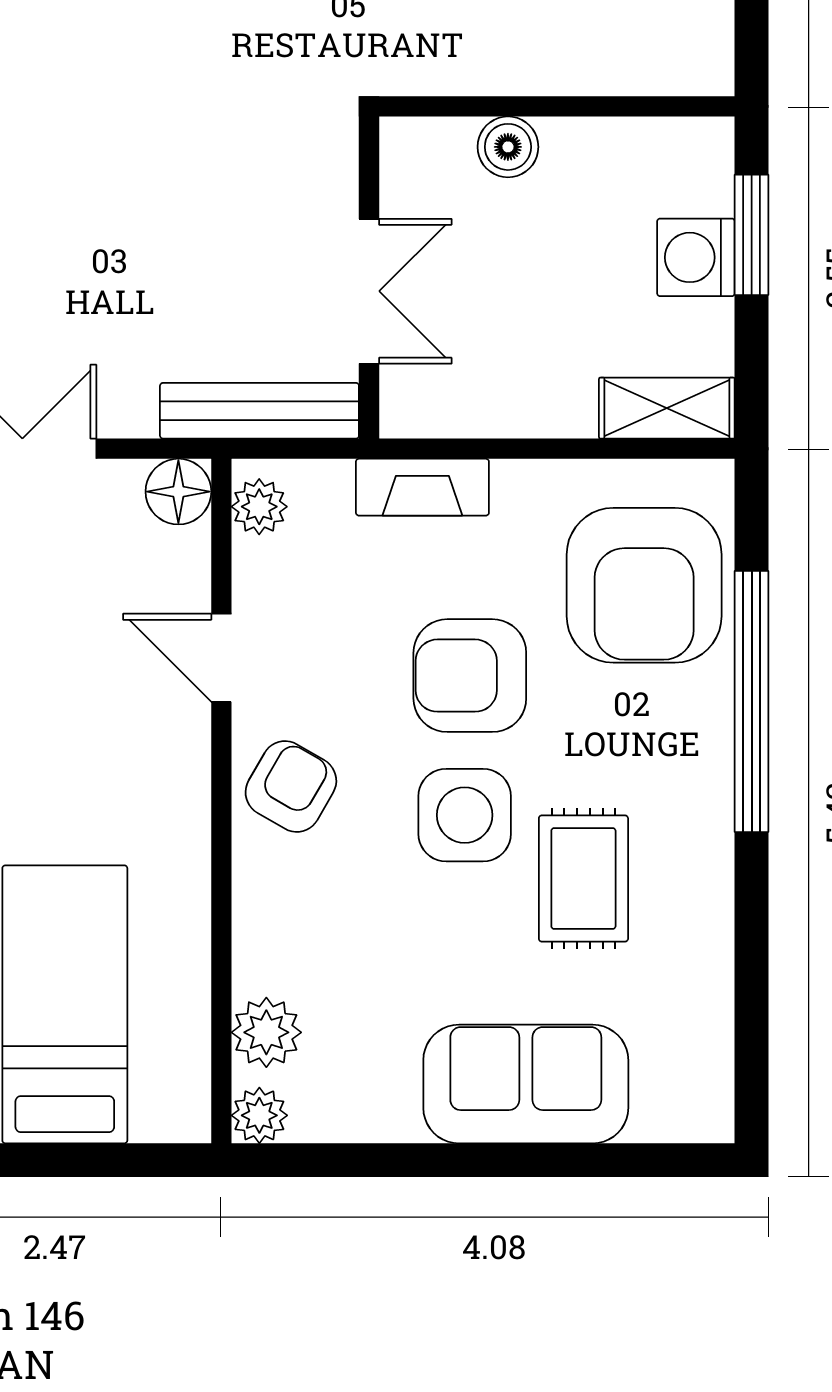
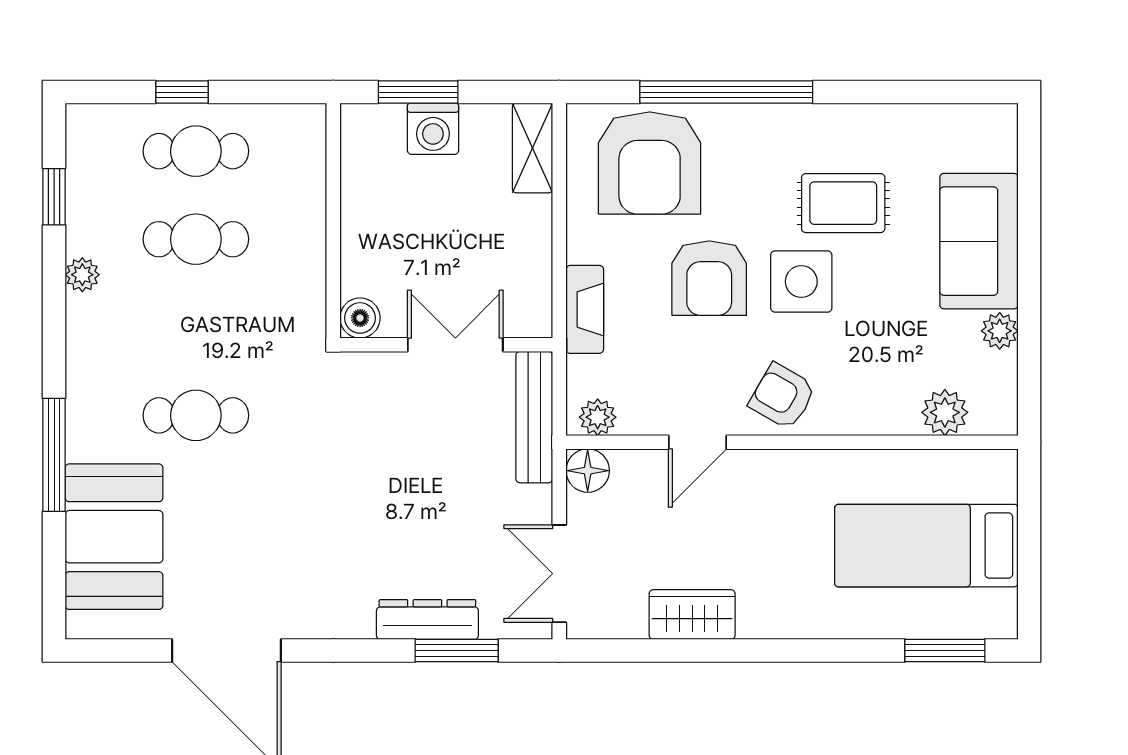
boiler: (508, 147) -> (360, 318), moved
armchair: (644, 585) -> (650, 163), turned 90
plant: (259, 1115) -> (1000, 331), moved

